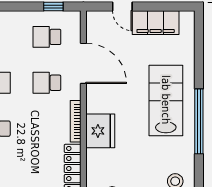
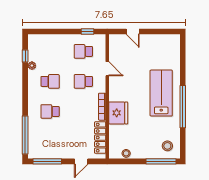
filing cabinet: (156, 23) -> (154, 42), removed
door: (83, 63) -> (107, 69), width x0.53

